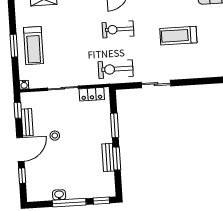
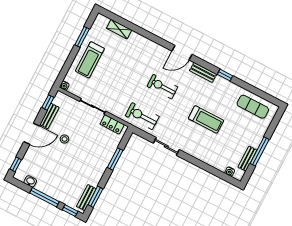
treadmill: (178, 36) -> (206, 119), turned 180
window: (14, 46) -> (82, 37), moved
bench: (108, 157) -> (86, 198), moved
window: (117, 158) -> (95, 197), moved
window: (22, 176) -> (16, 164), moved
washbasin: (59, 195) -> (30, 181), moved

